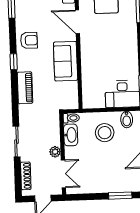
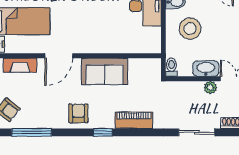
washbasin: (71, 135) -> (206, 69), moved

